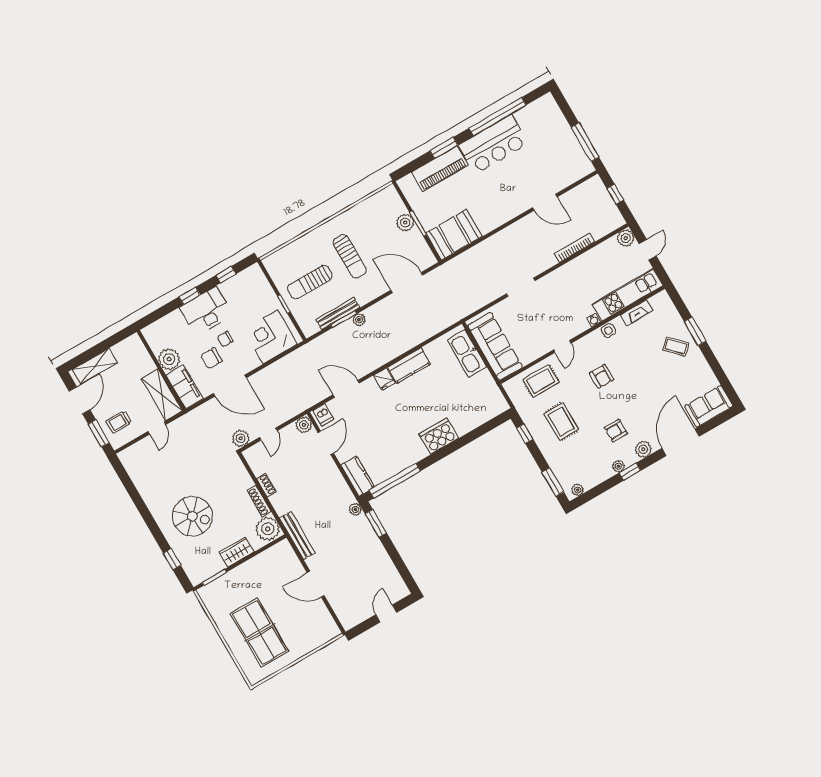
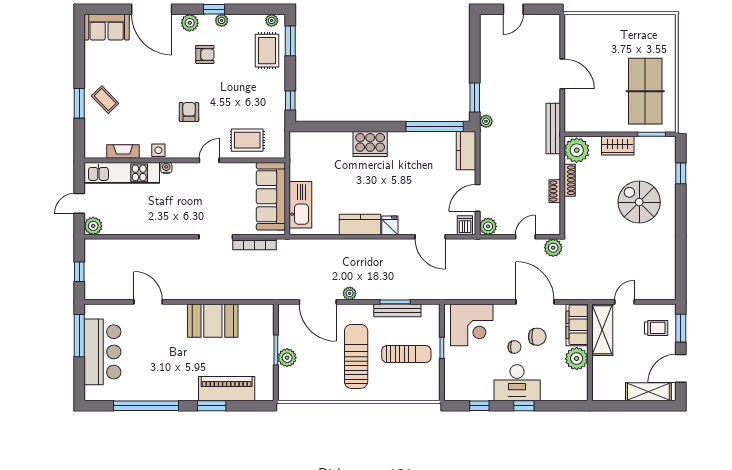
bar counter: (493, 144) -> (102, 352), moved, turned 90
booth: (454, 235) -> (213, 321), moved
bookcase: (574, 248) -> (255, 244), moved
sun lounger: (350, 256) -> (356, 356), width x1.36, depth x1.34
plant: (359, 320) -> (350, 293), moved
rug: (561, 421) -> (267, 51), moved
door: (681, 442) -> (152, 9), hinge flipped
table tennis table: (259, 632) -> (645, 91), moved

